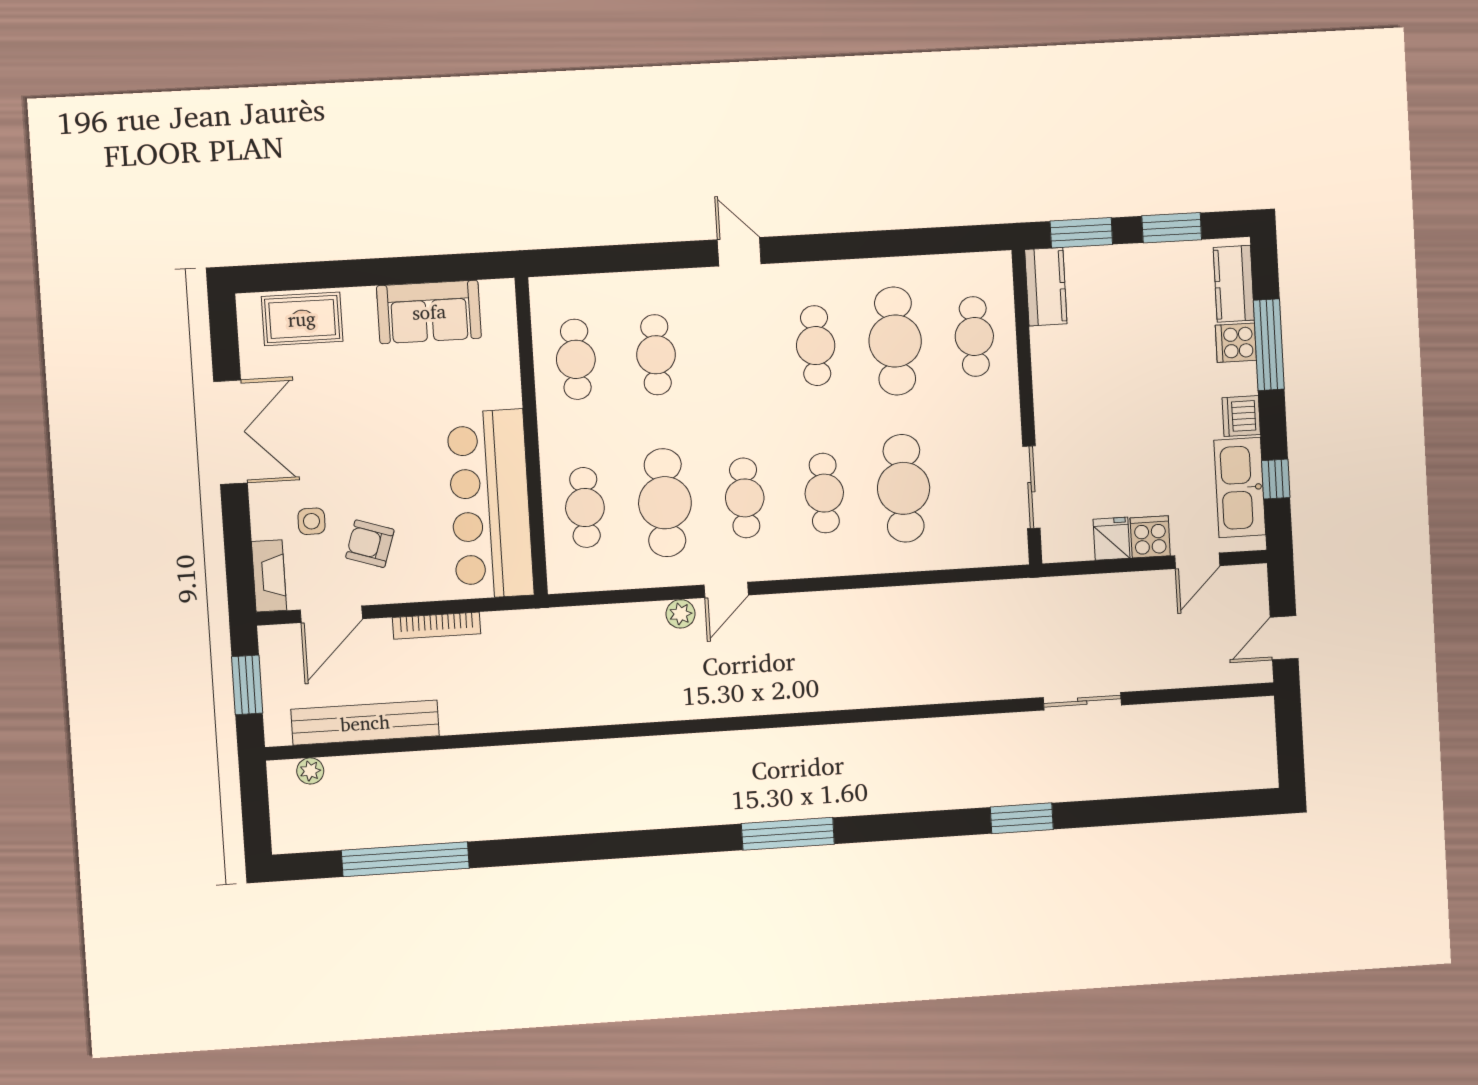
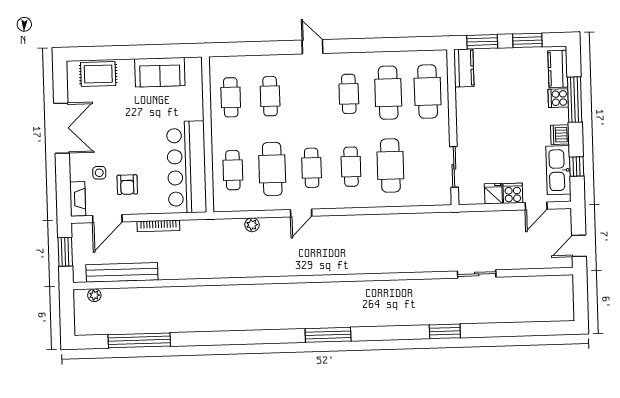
cafe table: (974, 336) -> (428, 91), width x1.37, depth x1.35
armchair: (370, 544) -> (127, 185), turned -108
plant: (681, 614) -> (252, 225), moved

